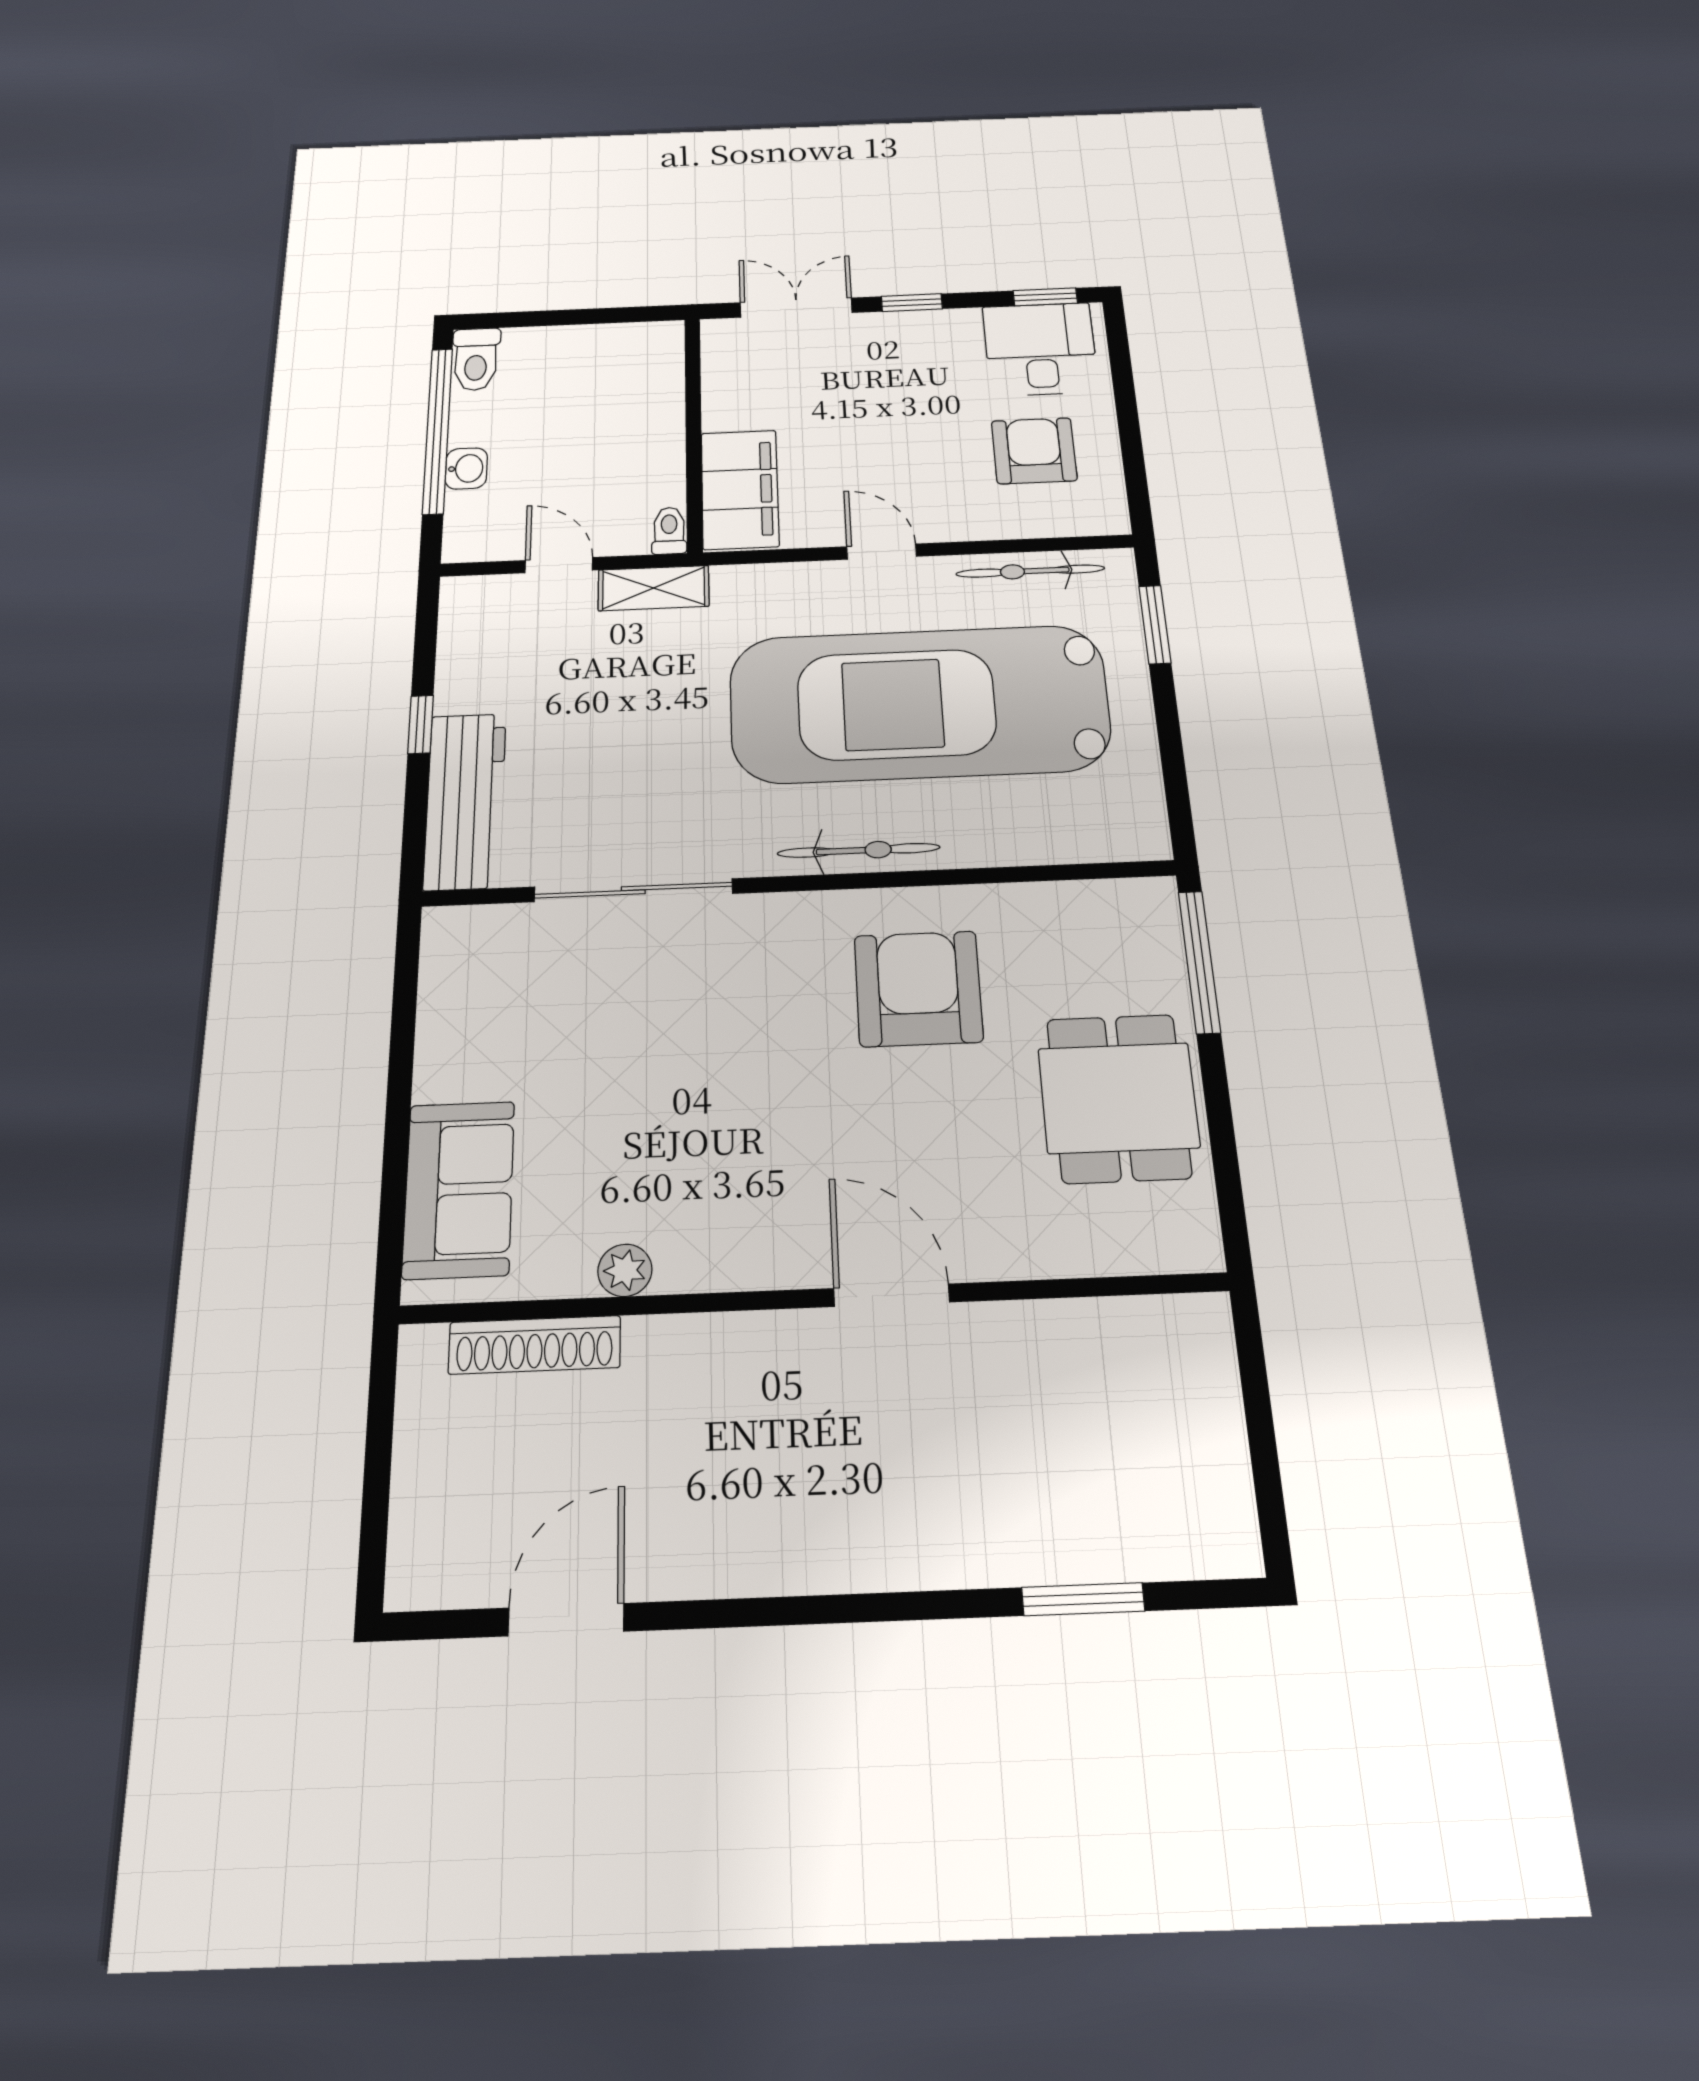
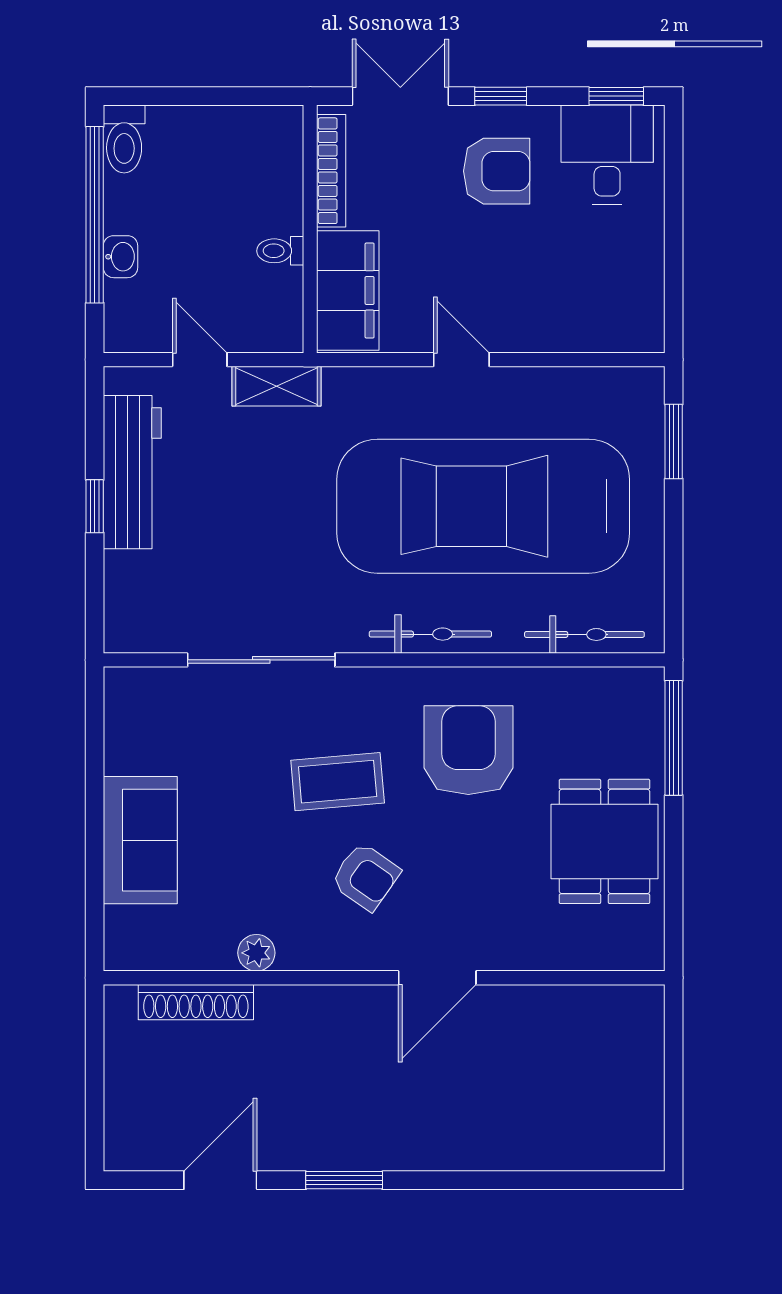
bookcase: (718, 378) -> (331, 171), added
armchair: (1034, 451) -> (497, 171), moved, turned 90
toilet: (669, 531) -> (280, 251), moved, turned -90
bicycle: (1030, 571) -> (584, 634), moved, turned 180
workbench: (465, 801) -> (132, 472), moved
coffee table: (739, 1036) -> (338, 782), added
armchair: (781, 1159) -> (366, 877), added
sofa: (459, 1189) -> (140, 840), moved
door: (892, 1295) -> (437, 978), swing flipped
window: (1083, 1599) -> (344, 1180), moved

